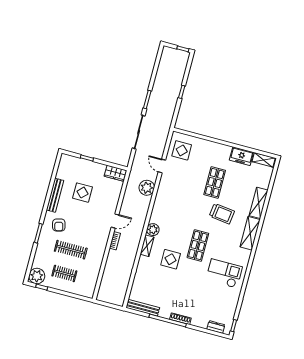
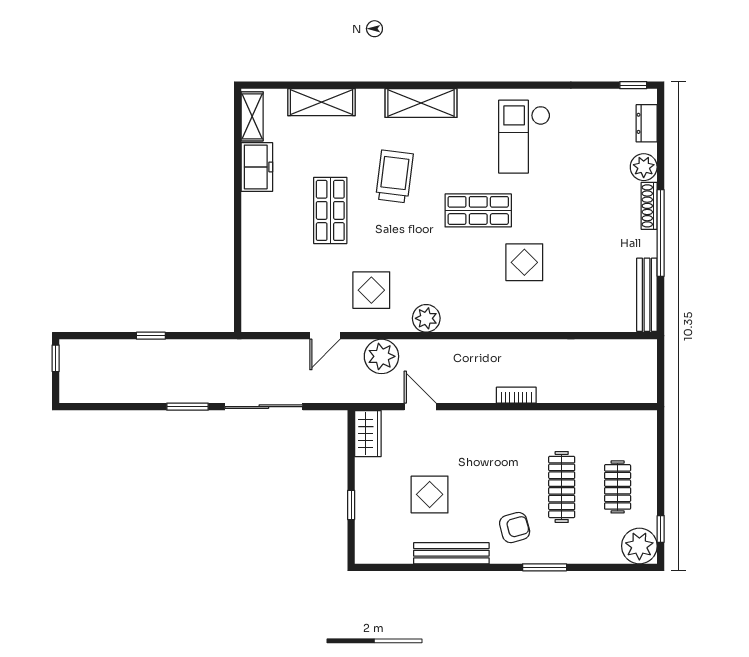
display table: (182, 150) -> (371, 290), moved
shop shelf: (215, 182) -> (330, 210), turned 90
shelving: (259, 203) -> (321, 102), moved
door: (115, 221) -> (420, 407), moved
plant: (153, 230) -> (426, 318), moved
shelving: (147, 246) -> (508, 322), removed
plant: (198, 321) -> (644, 167), added

